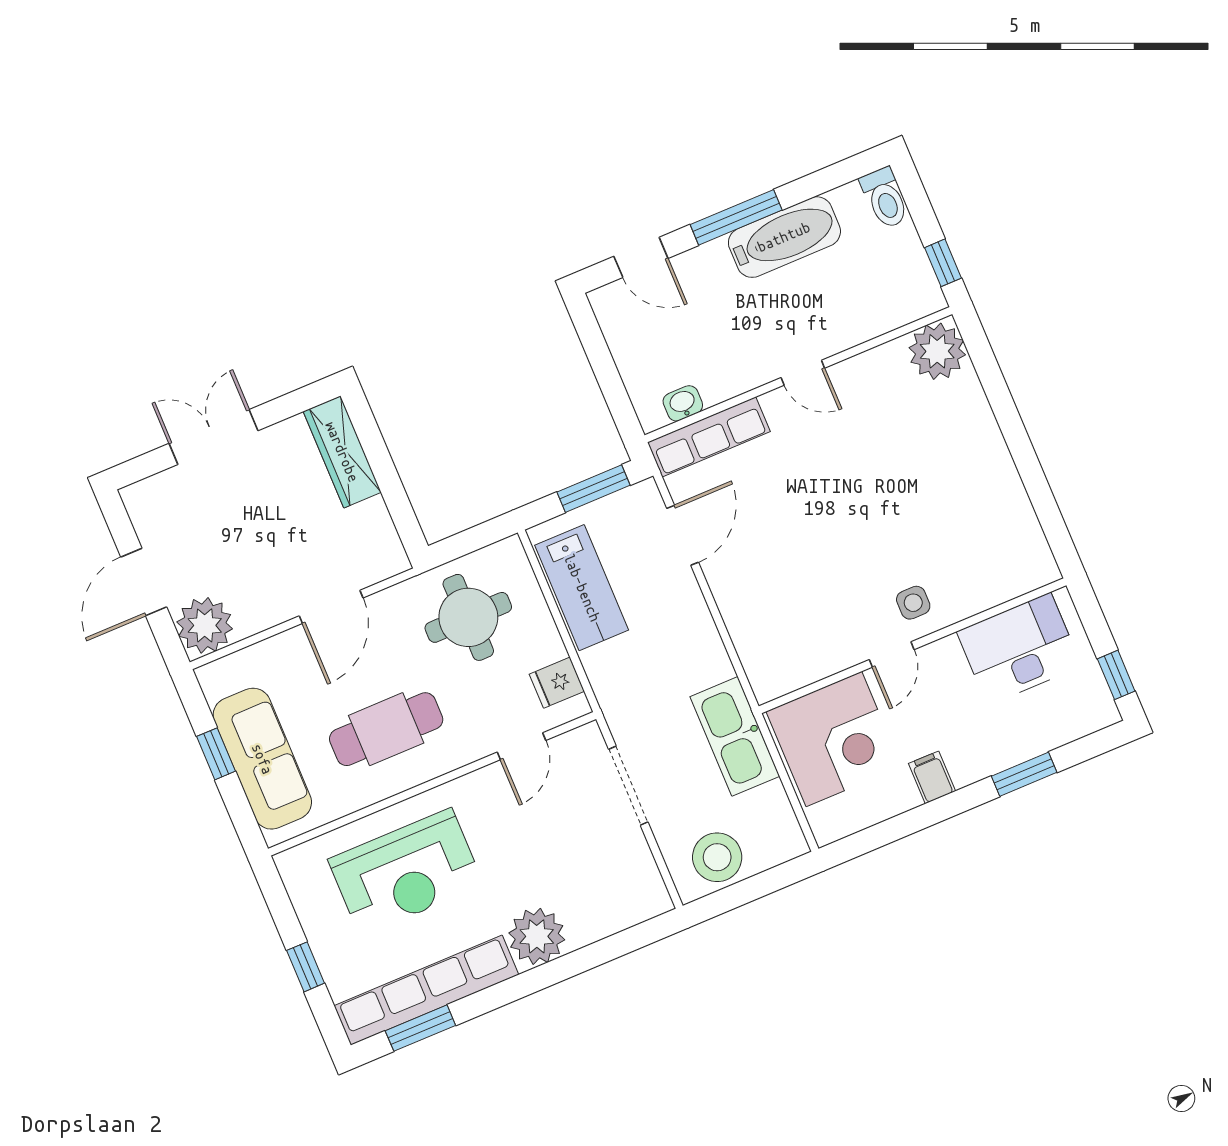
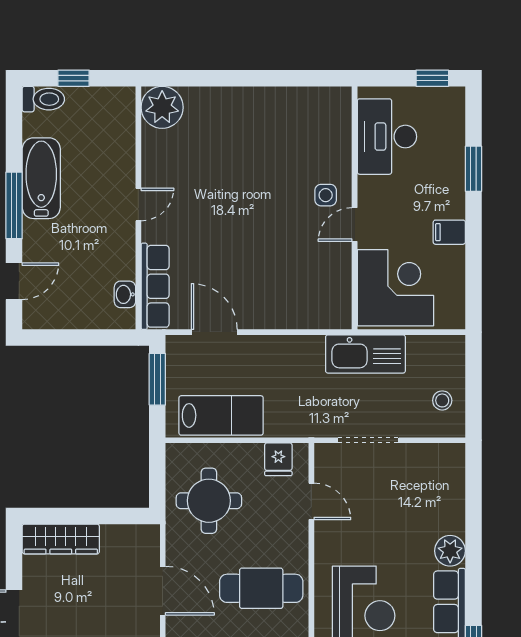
window: (943, 263) -> (74, 78), moved
door: (892, 655) -> (355, 225), swing flipped
cafe table: (386, 729) -> (261, 588), turned 90
stool: (717, 857) -> (442, 400), width x0.53, depth x0.53
plant: (537, 936) -> (450, 551), width x0.73, depth x0.73

